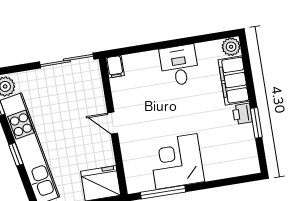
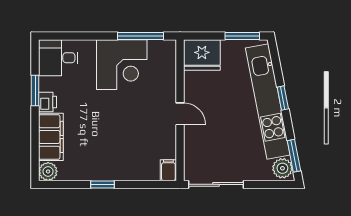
window: (176, 43) -> (102, 184), added
desk: (179, 65) -> (58, 58), moved, turned 90

